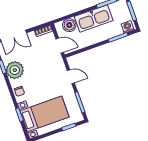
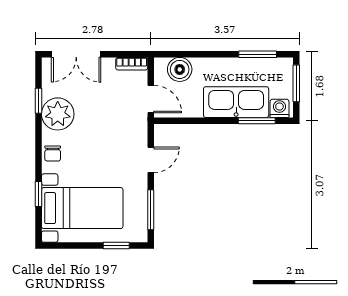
kitchen sink: (94, 18) -> (236, 102), moved, turned 180
door: (71, 77) -> (151, 160), hinge flipped

